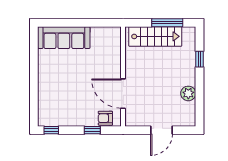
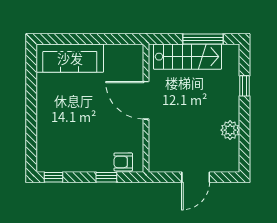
door: (123, 94) -> (146, 100), moved

